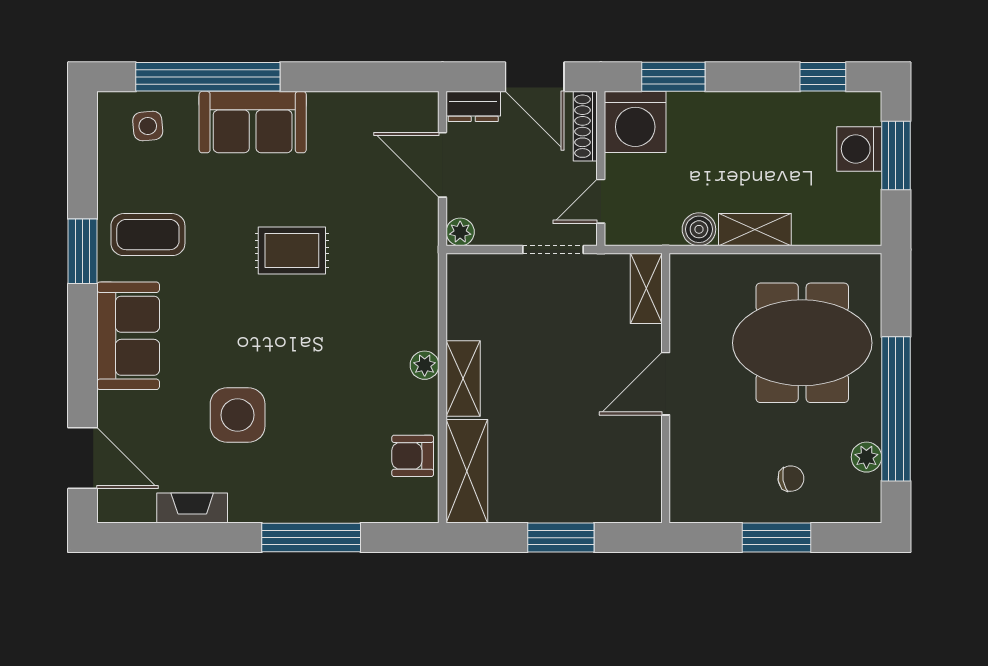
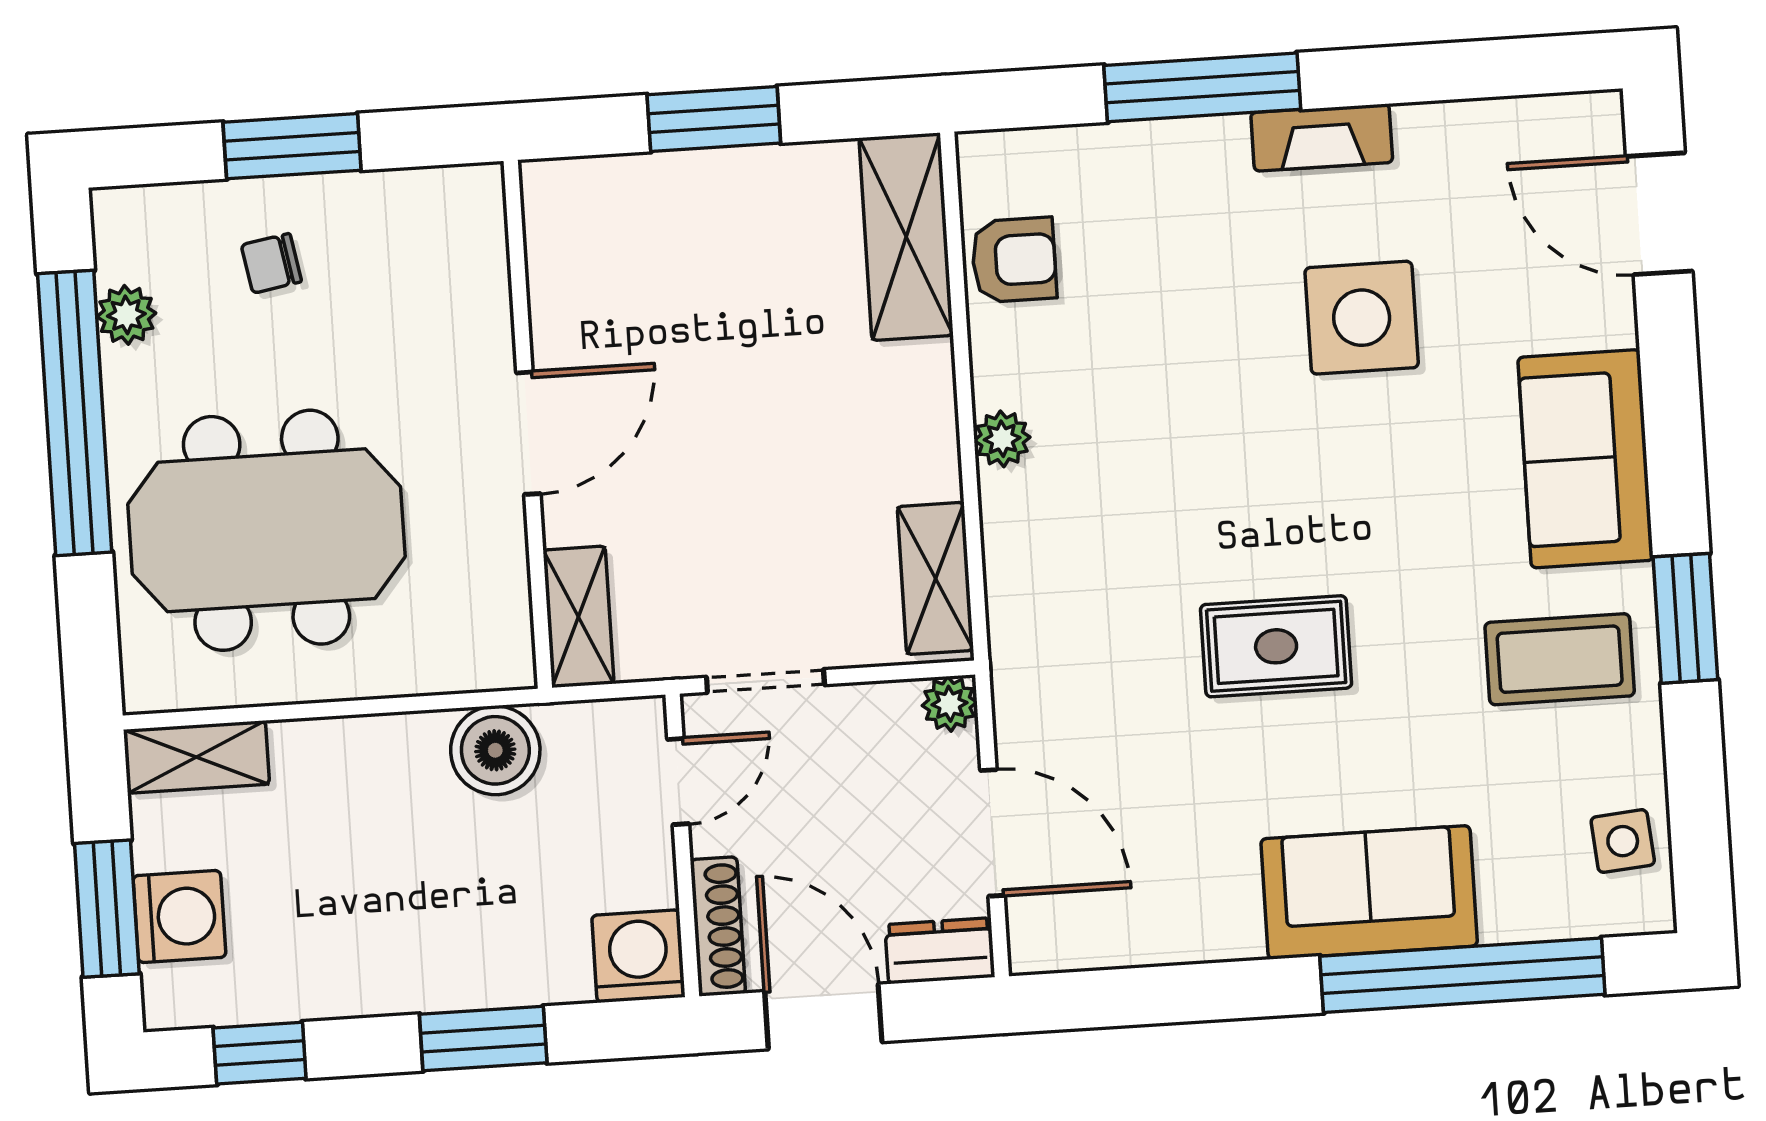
window: (673, 77) -> (483, 1039), moved
washing machine: (635, 122) -> (638, 956), width x0.73, depth x0.73
side table: (148, 126) -> (1623, 841), moved
boiler: (699, 229) -> (495, 750), width x1.36, depth x1.36
shelving: (755, 230) -> (196, 757), moved
shelving: (463, 379) -> (935, 578), moved
fireplace: (192, 508) -> (1322, 138), moved

